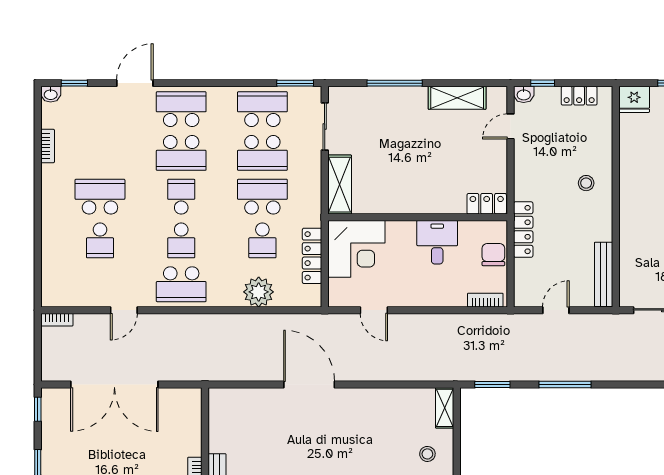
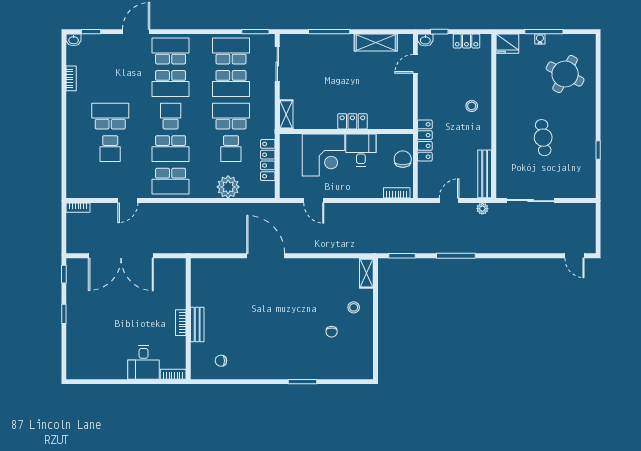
shelving: (340, 185) -> (286, 114), width x0.67, depth x0.75
locker: (487, 204) -> (352, 121), moved
school desk: (181, 240) -> (171, 149), width x1.85
corner desk: (356, 249) -> (323, 155), moved
plant: (601, 321) -> (482, 209), added

